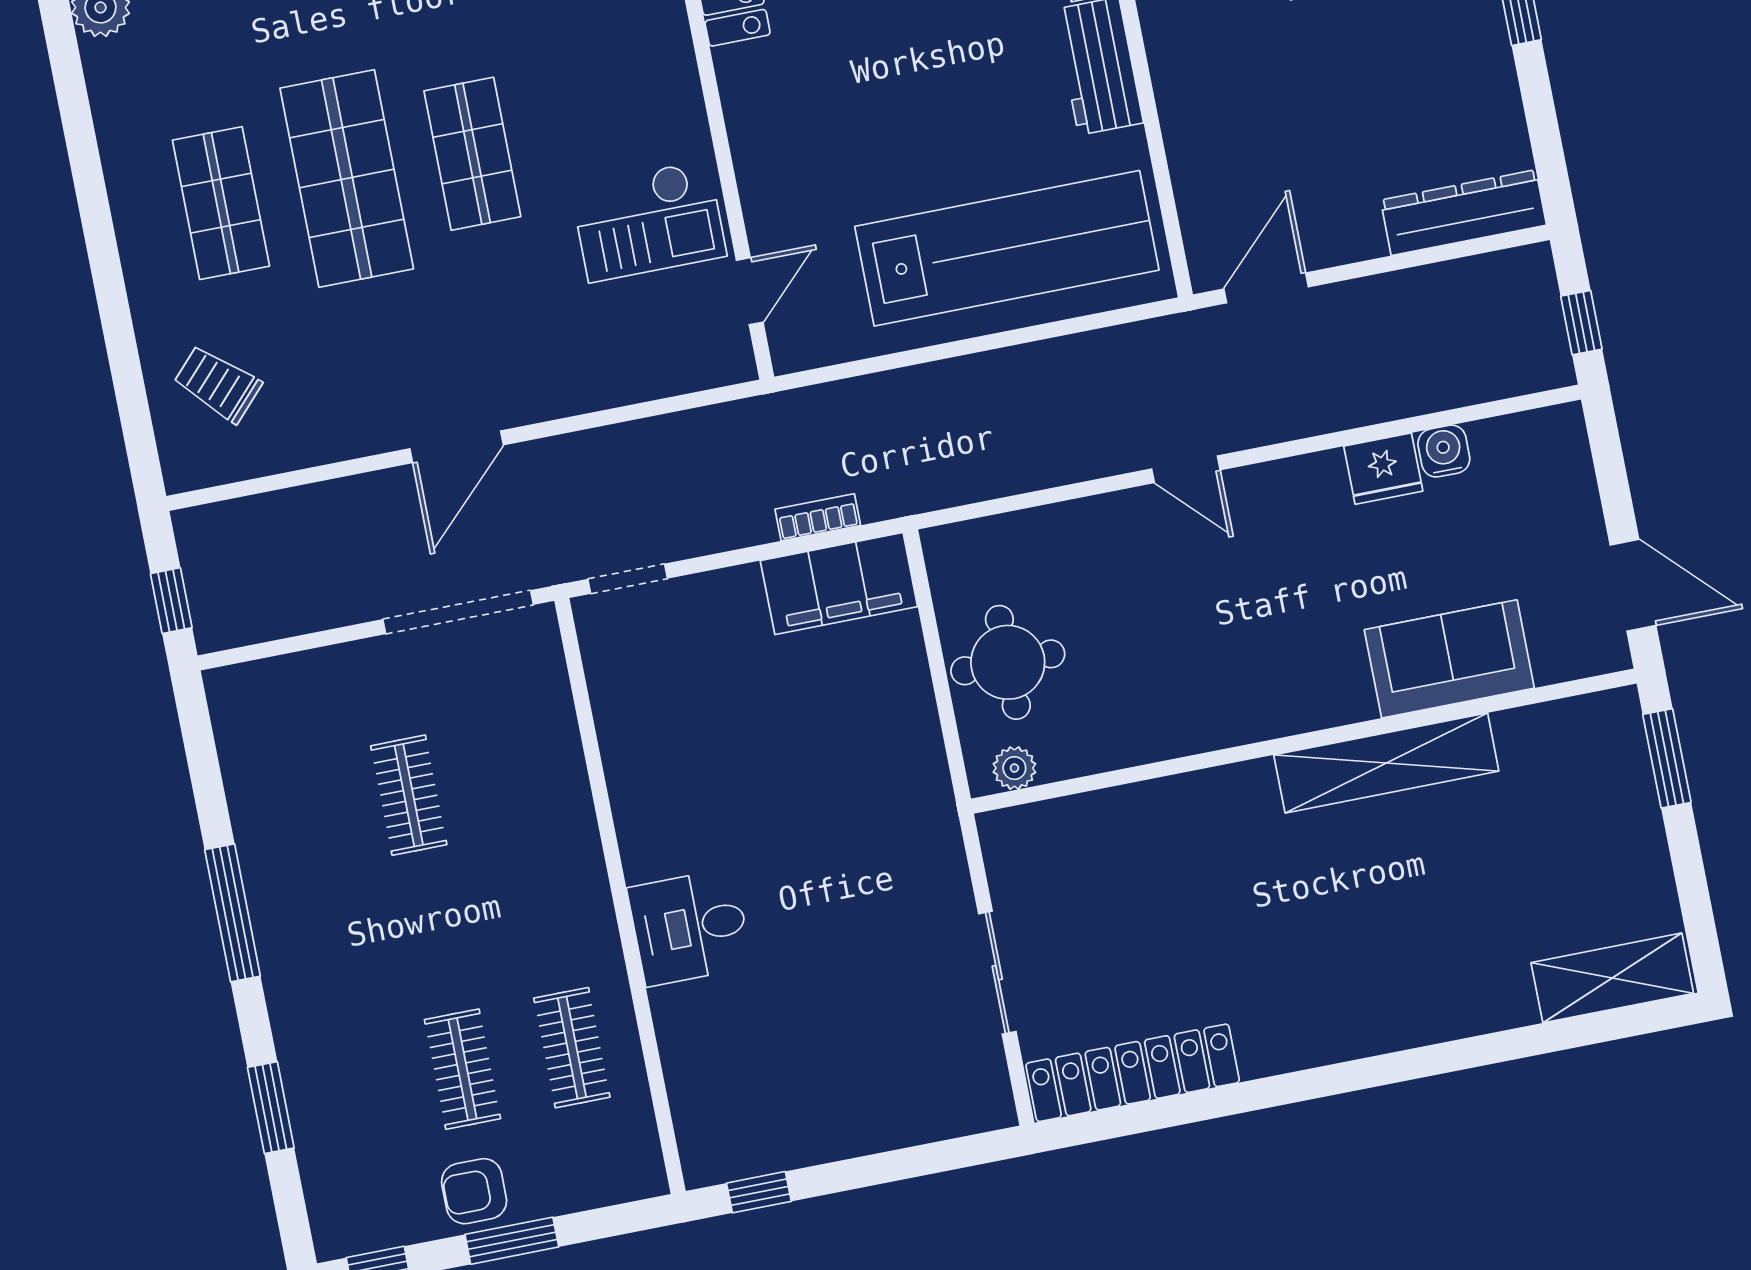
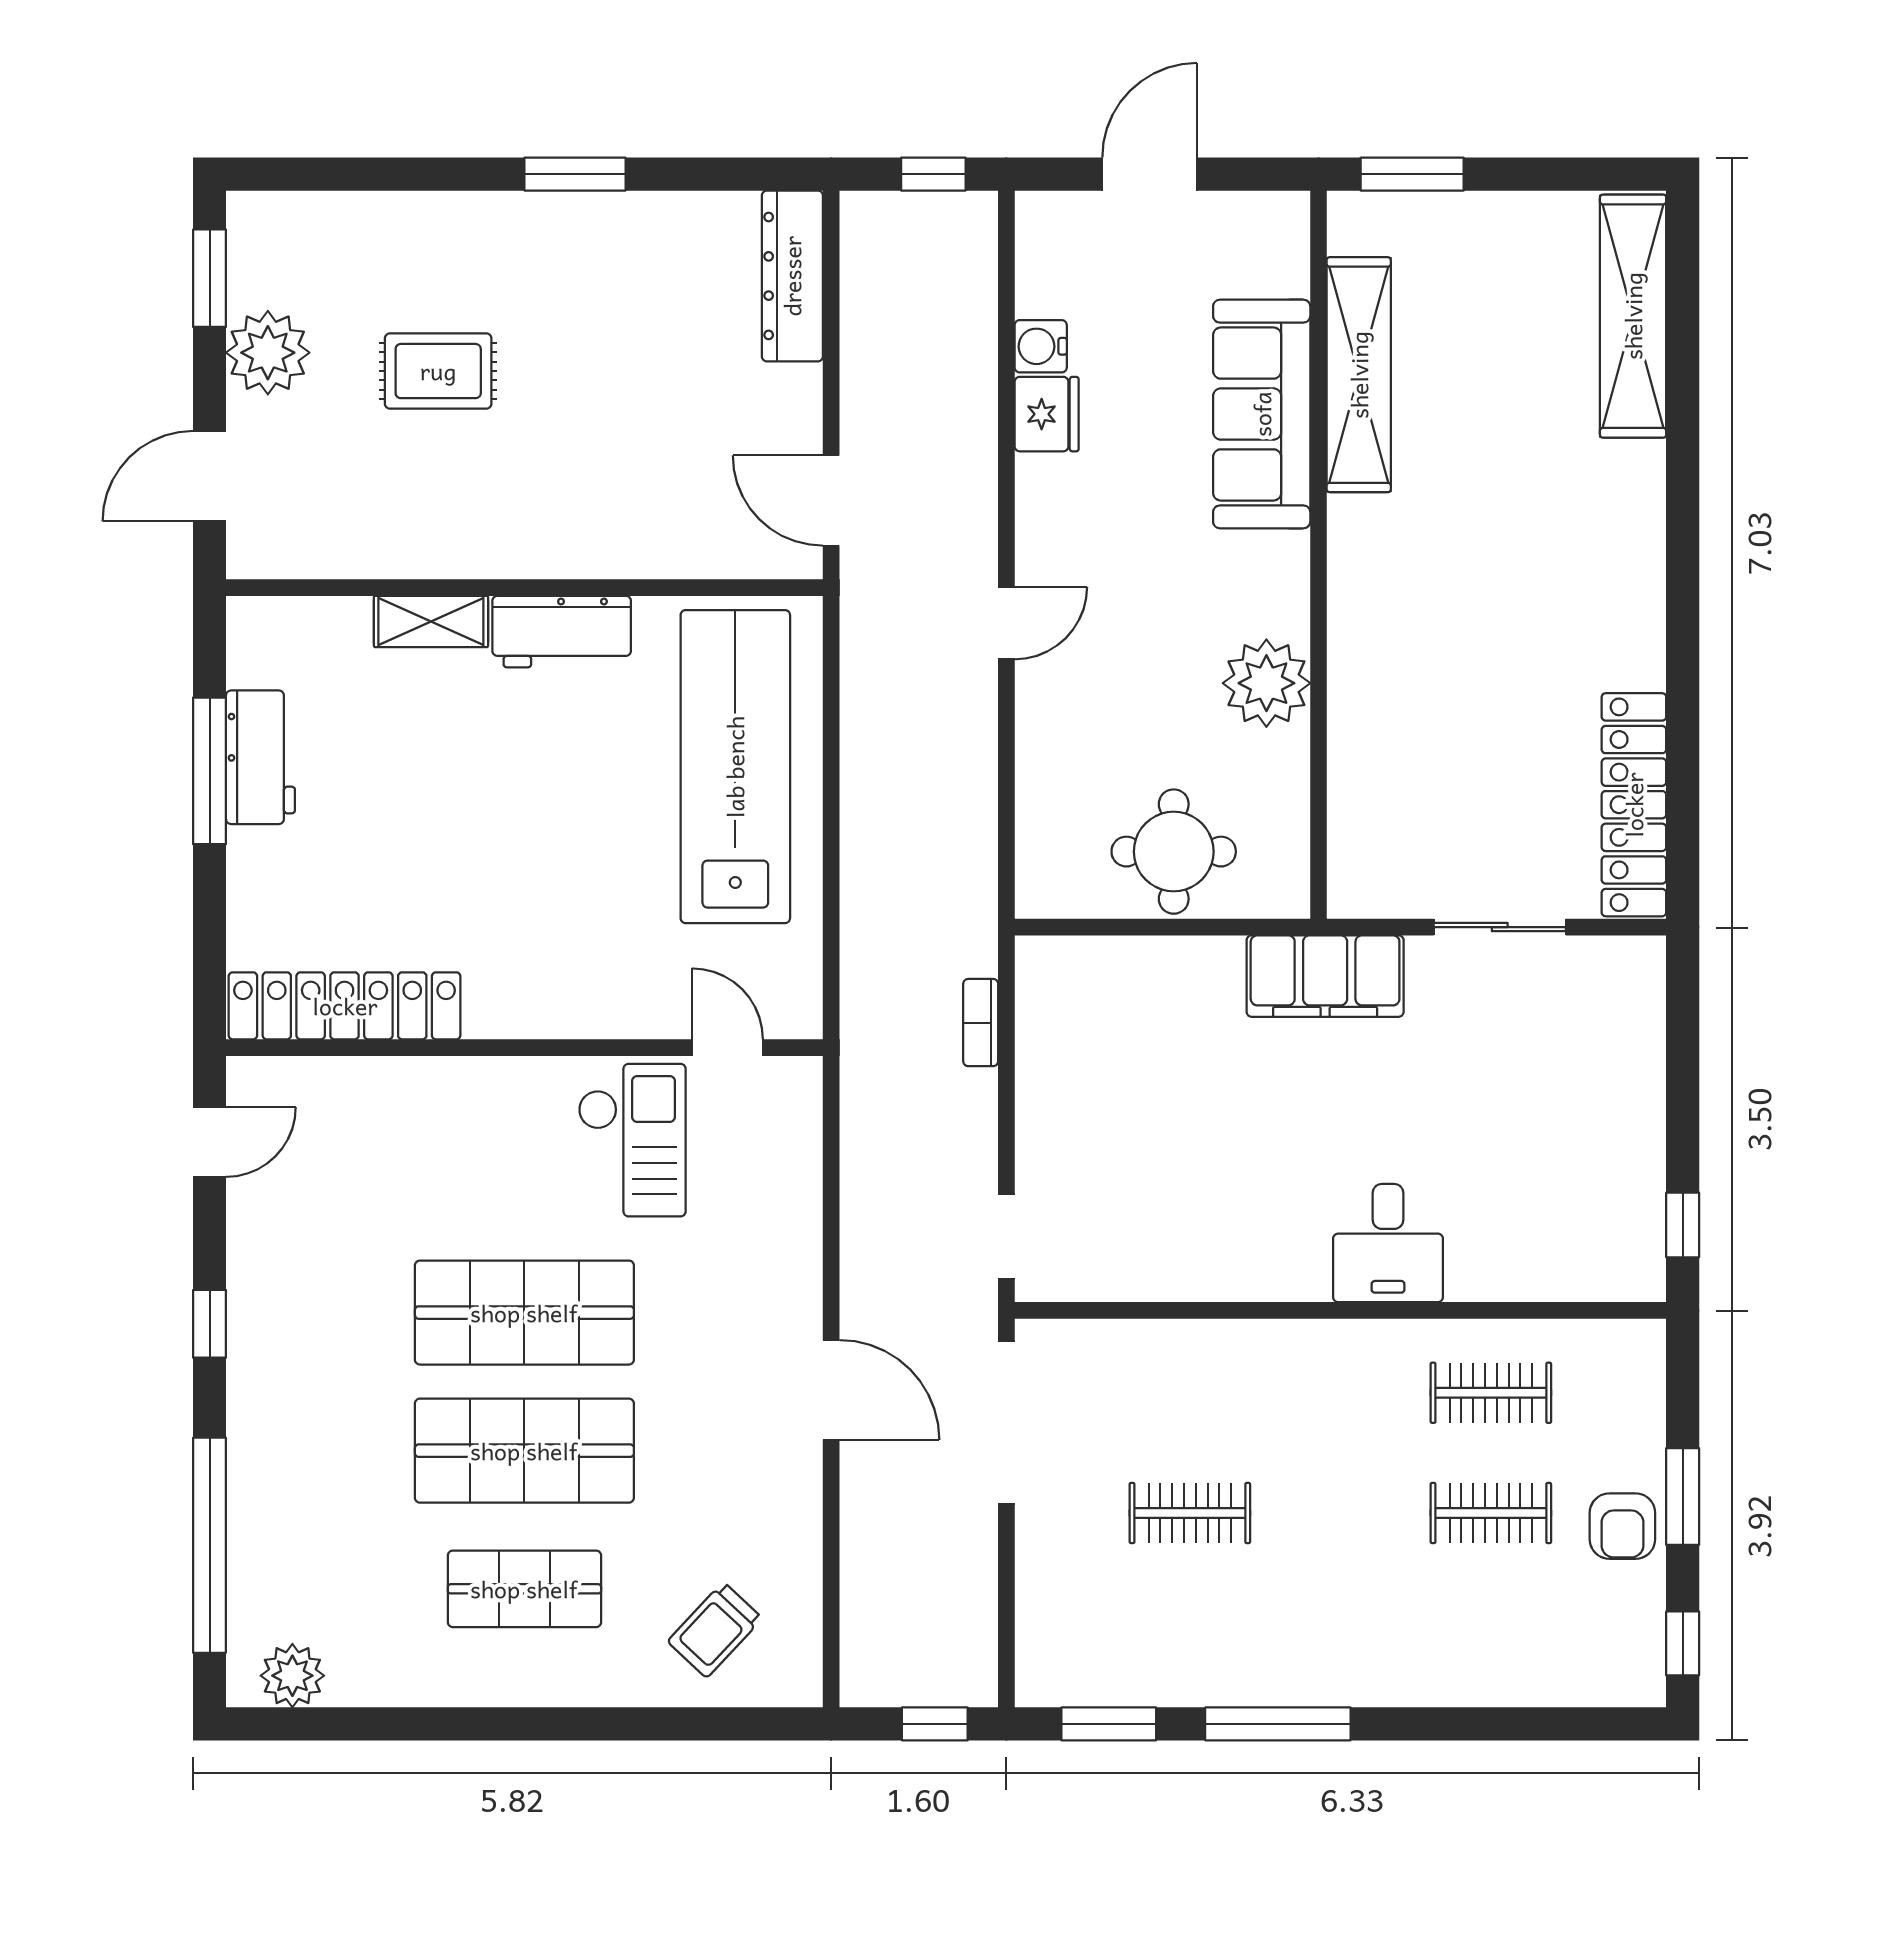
shop shelf: (472, 154) -> (524, 1313), width x1.43, depth x1.36
filing cabinet: (839, 584) -> (1325, 976), moved, turned 90
door: (1633, 585) -> (1150, 174), moved
sofa: (1449, 659) -> (1262, 414), width x1.36
shelving: (1386, 763) -> (1359, 375), moved
plant: (1014, 768) -> (1266, 683), moved, width x1.88, depth x1.88
shelving: (1612, 978) -> (1633, 316), width x1.47
window: (271, 1108) -> (1109, 1724), moved

